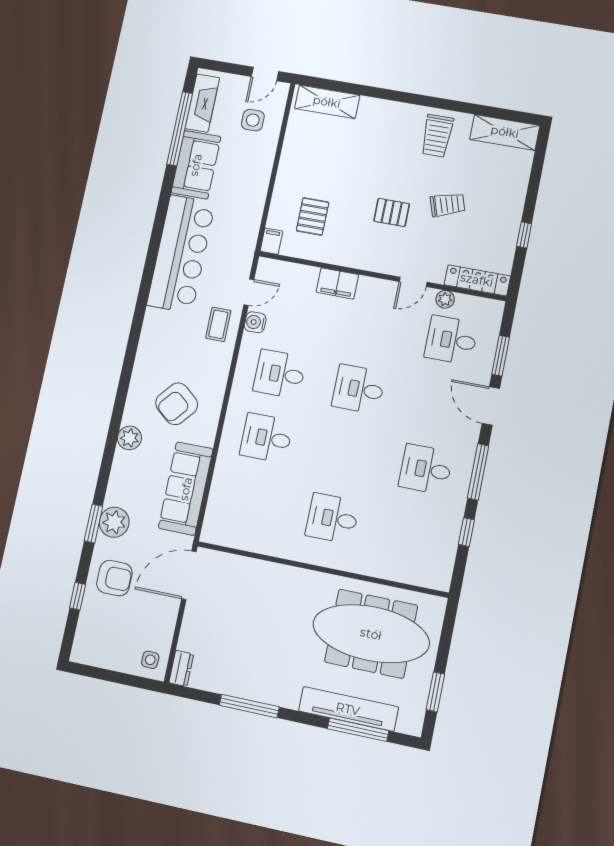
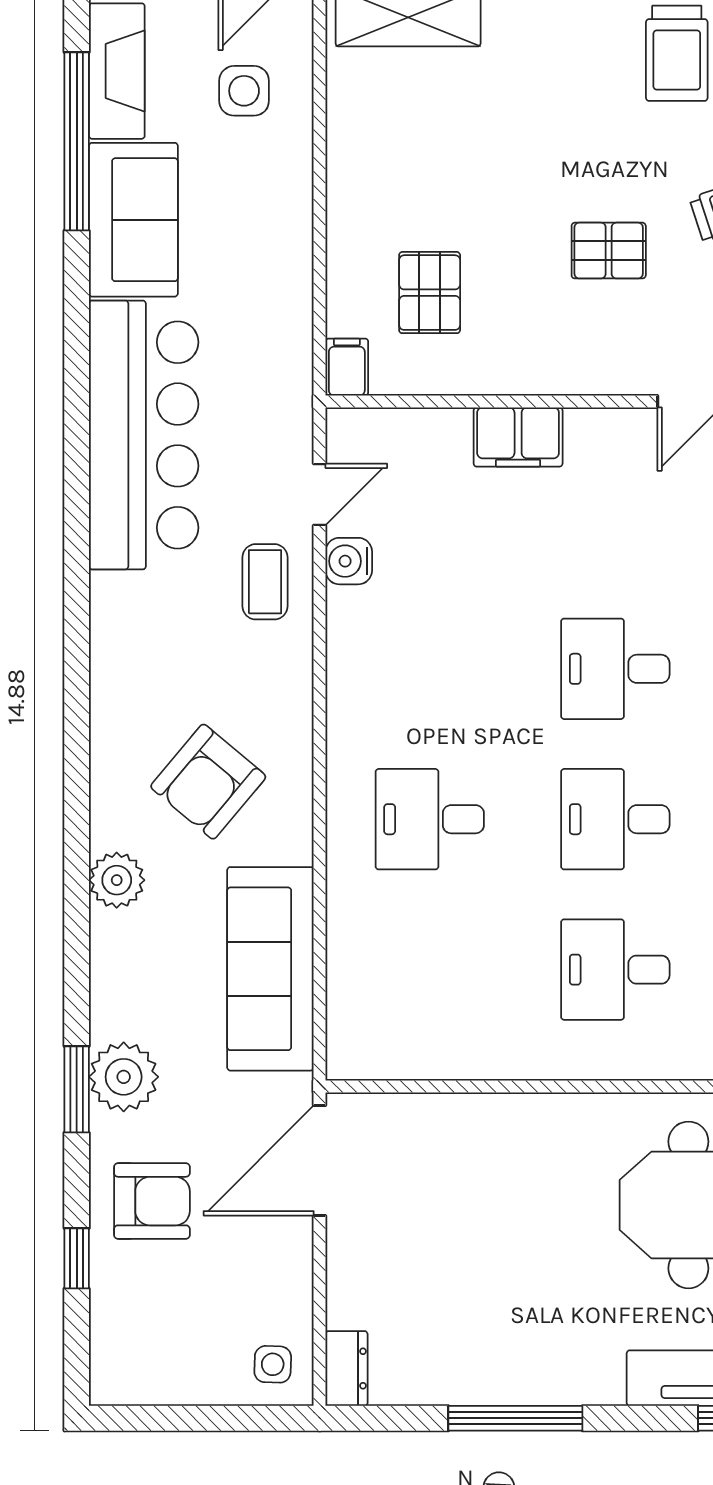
desk: (280, 374) -> (615, 819), moved

